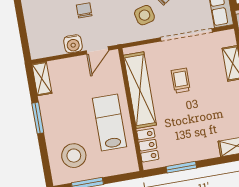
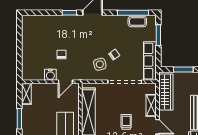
trolley: (181, 81) -> (126, 122), moved

